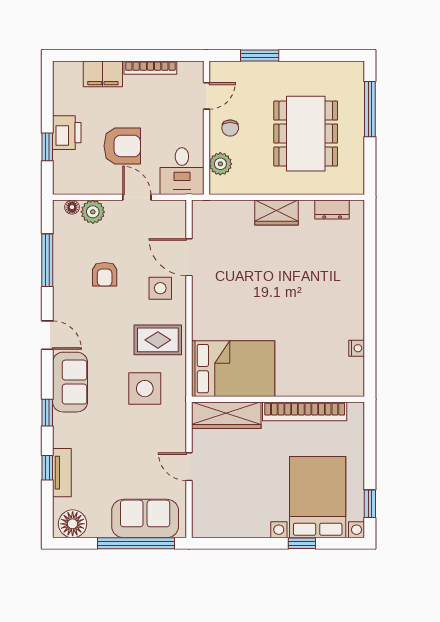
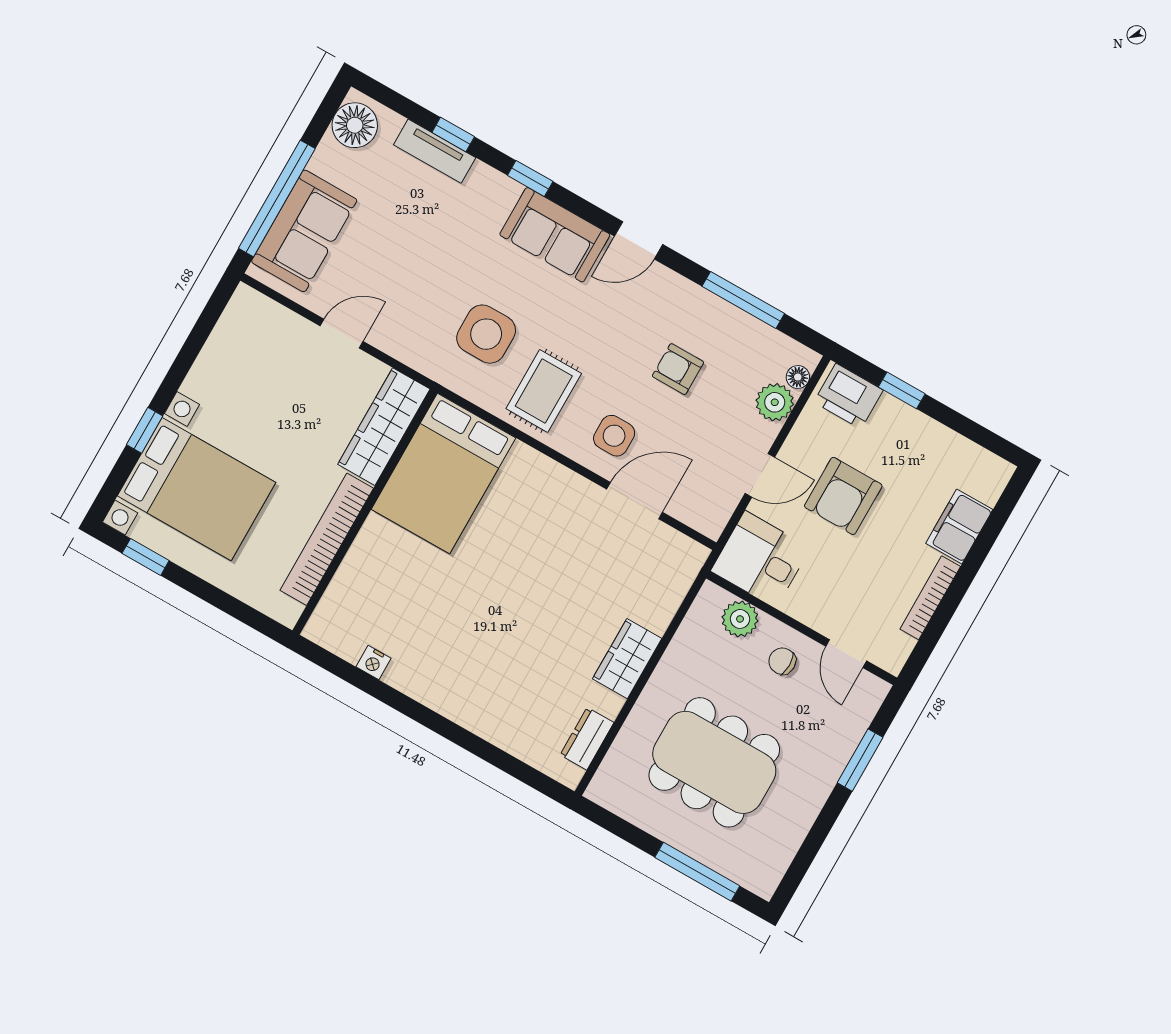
printer: (67, 133) -> (848, 396), moved

